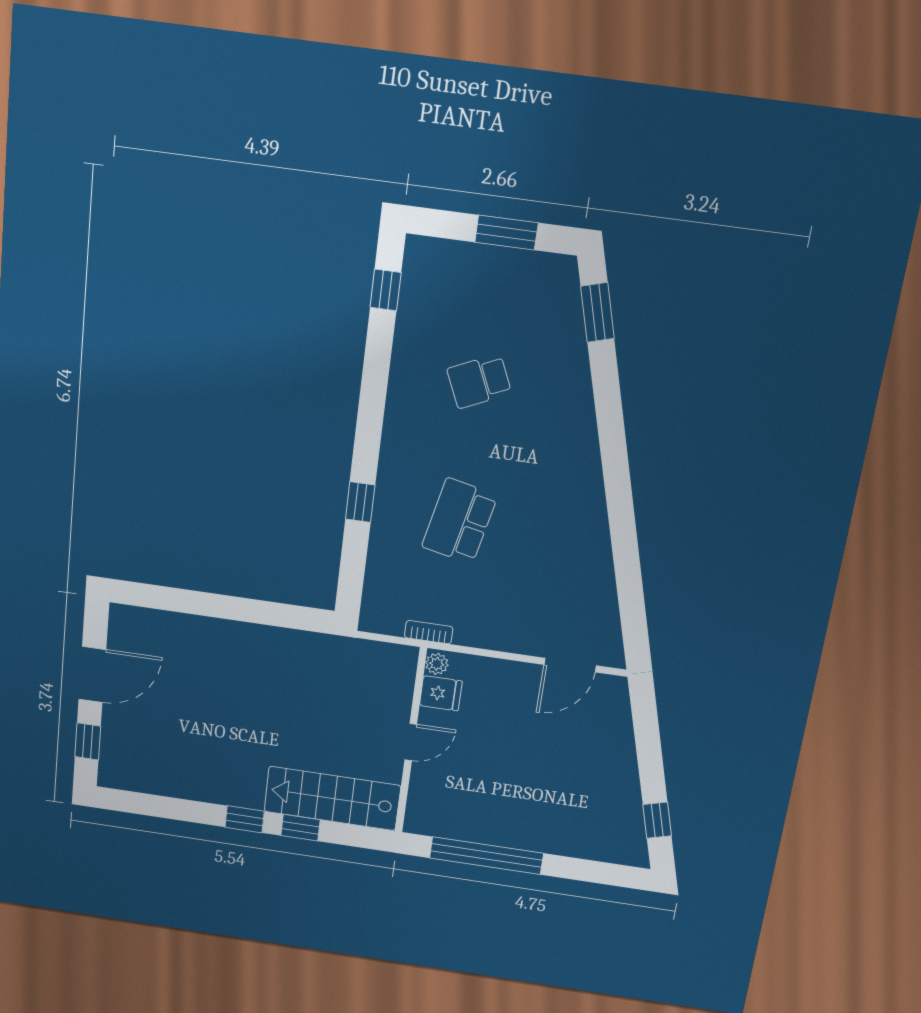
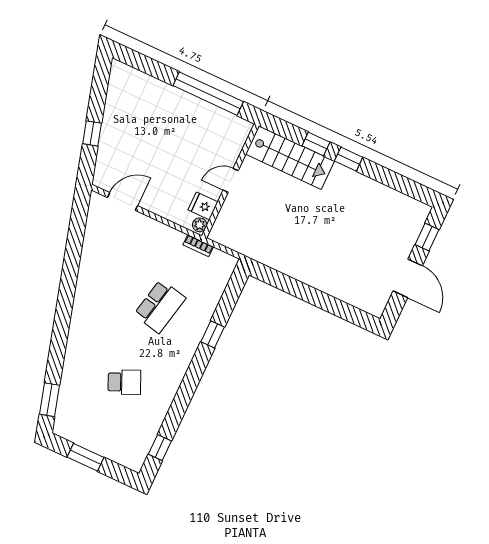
door: (92, 674) -> (408, 278), swing flipped
window: (657, 820) -> (92, 133), moved

